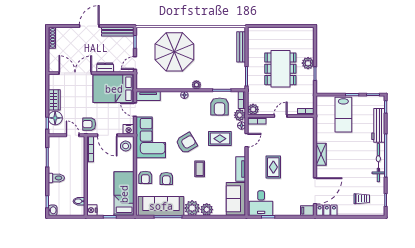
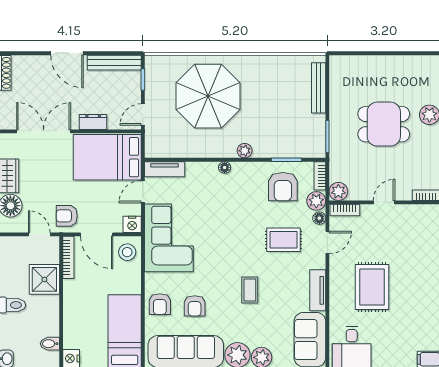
door: (89, 26) -> (67, 53), swing flipped
dining table: (280, 69) -> (384, 124), width x0.73
door: (135, 110) -> (143, 192), hinge flipped
armchair: (186, 143) -> (228, 247), removed
shower: (76, 163) -> (44, 279), added
rug: (273, 167) -> (372, 287), width x1.36, depth x1.43

